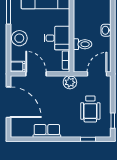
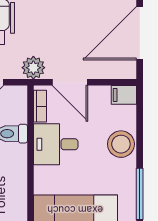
door: (36, 74) -> (70, 82), moved
door: (9, 102) -> (140, 33), hinge flipped

